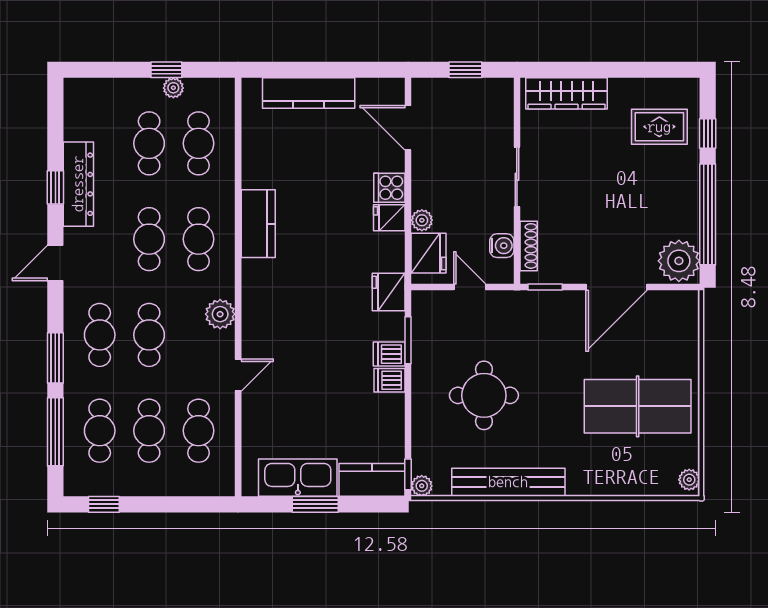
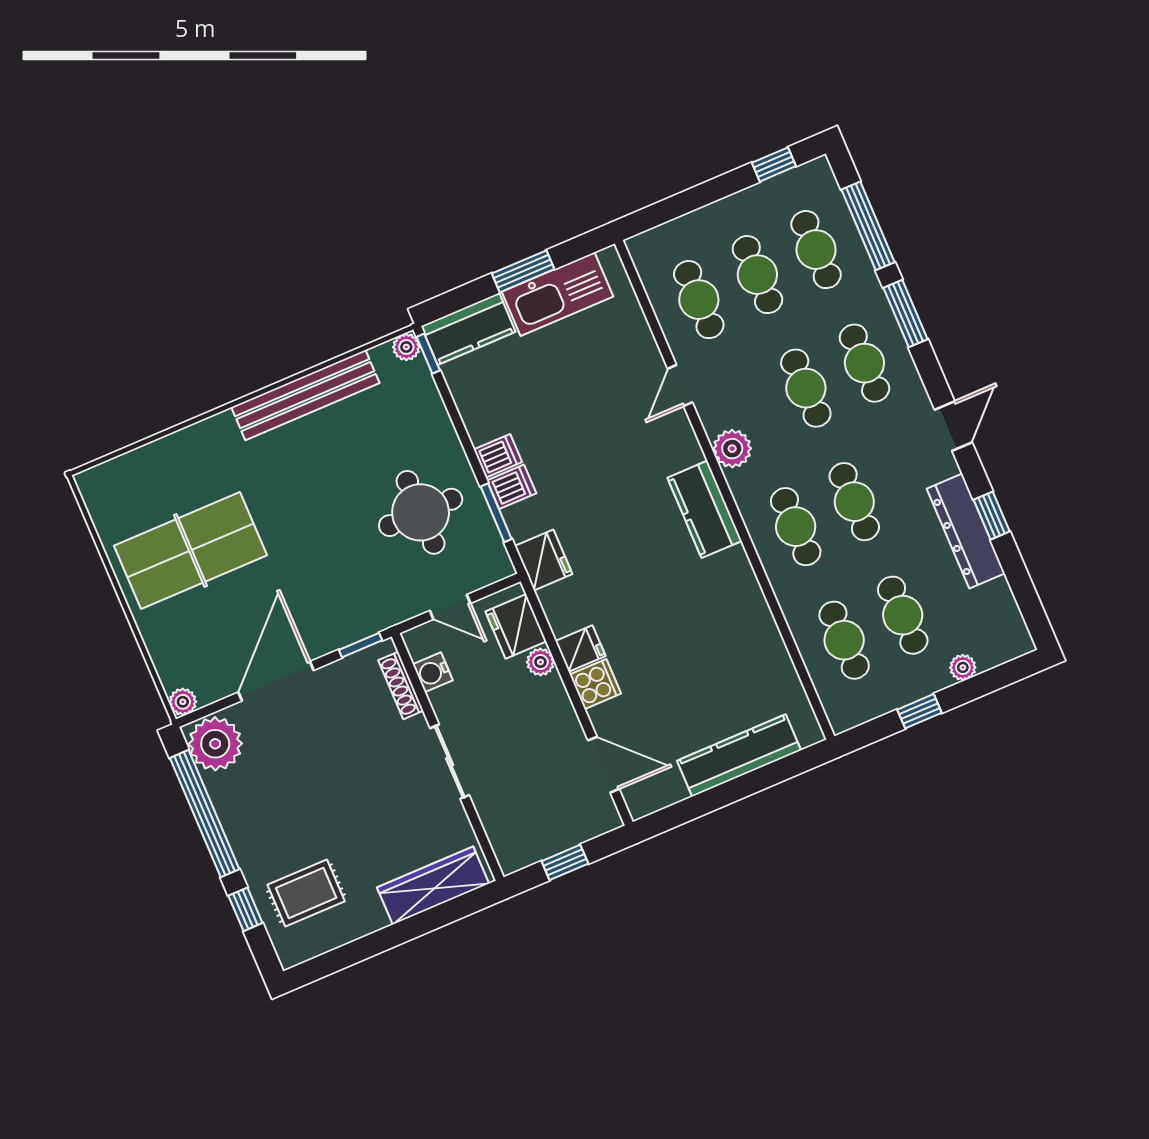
plant: (173, 88) -> (963, 667), moved
kitchen counter: (258, 224) -> (705, 509), moved
round table: (484, 395) -> (421, 512), moved
plant: (689, 480) -> (183, 702), moved

